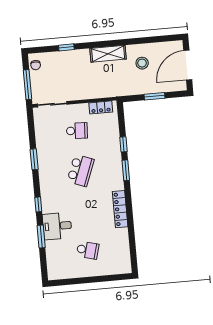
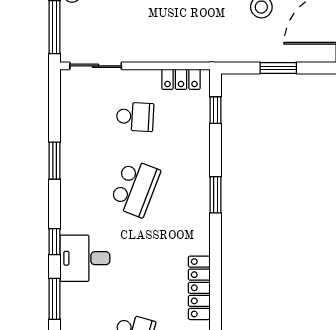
window: (123, 144) -> (215, 110), moved
locker: (120, 209) -> (199, 288), moved
desk: (57, 226) -> (85, 258), moved

